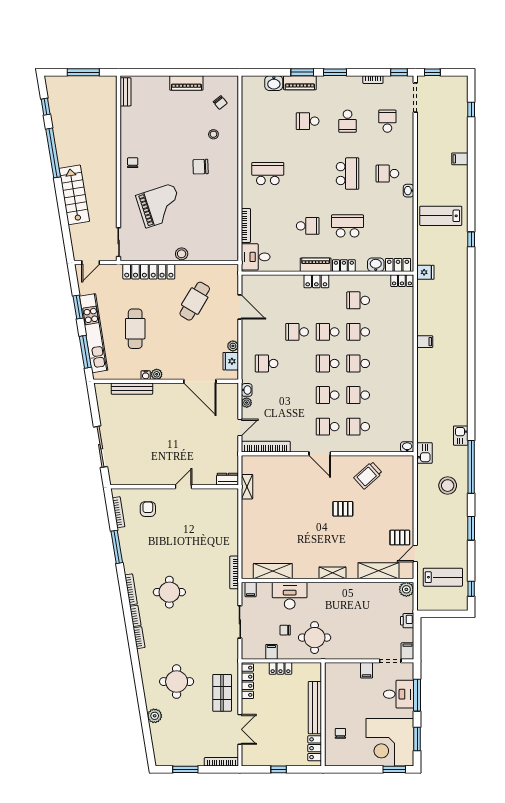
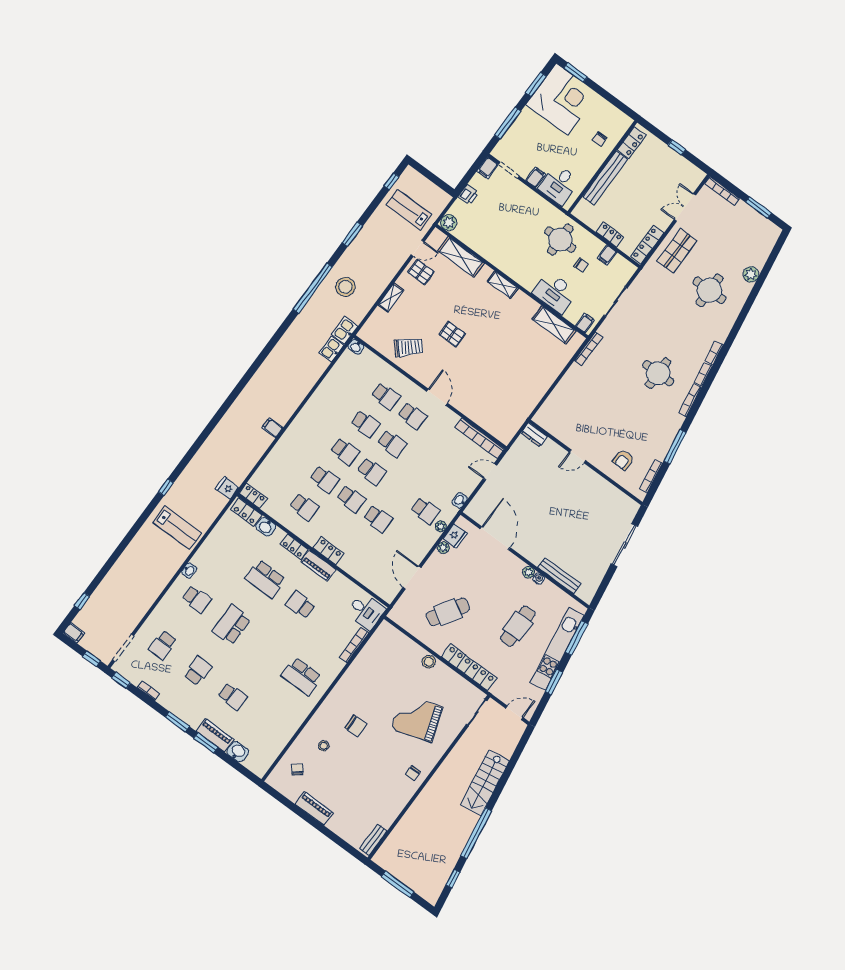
filing cabinet: (460, 159) -> (74, 633), moved
plant: (247, 403) -> (441, 526), moved
kitchen sink: (461, 436) -> (331, 349), moved, turned 180
shelving: (247, 487) -> (391, 298), moved
desk: (399, 694) -> (559, 184), moved, turned -90

